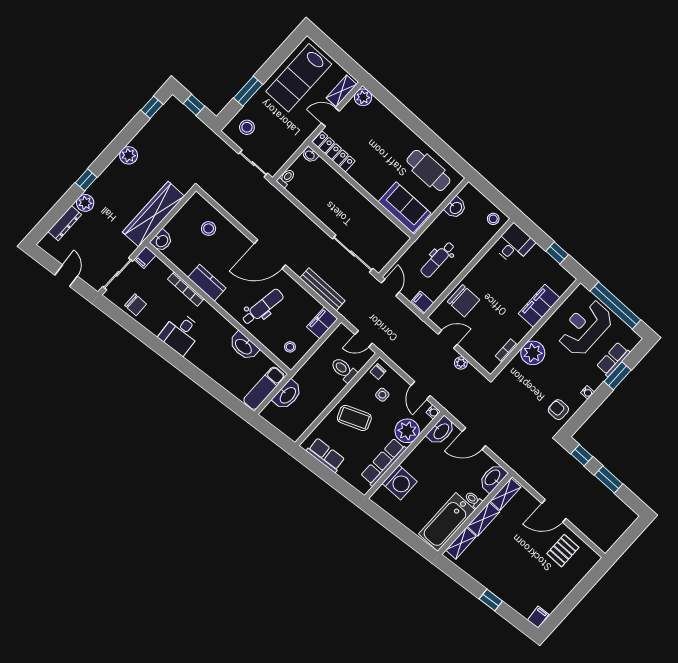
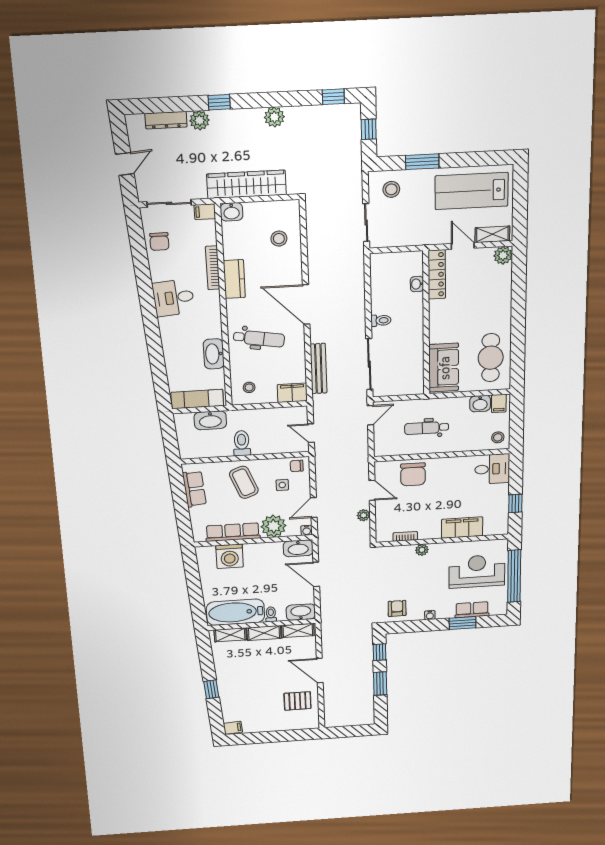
washbasin: (310, 155) -> (417, 284), moved
toilet: (286, 178) -> (381, 320), moved
filing cabinet: (423, 302) -> (499, 403), moved, turned 180
plant: (533, 353) -> (422, 550), width x0.53, depth x0.53
toilet: (344, 370) -> (242, 443), moved

